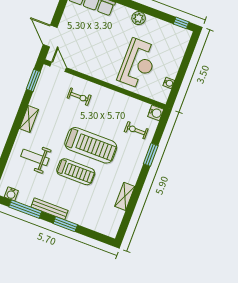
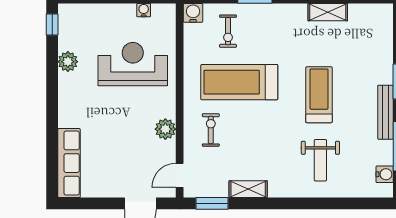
plant: (139, 18) -> (68, 62), moved
plant: (90, 69) -> (165, 129), added
shelving: (29, 119) -> (248, 189), moved
treadmill: (91, 145) -> (239, 82), moved, turned -90

